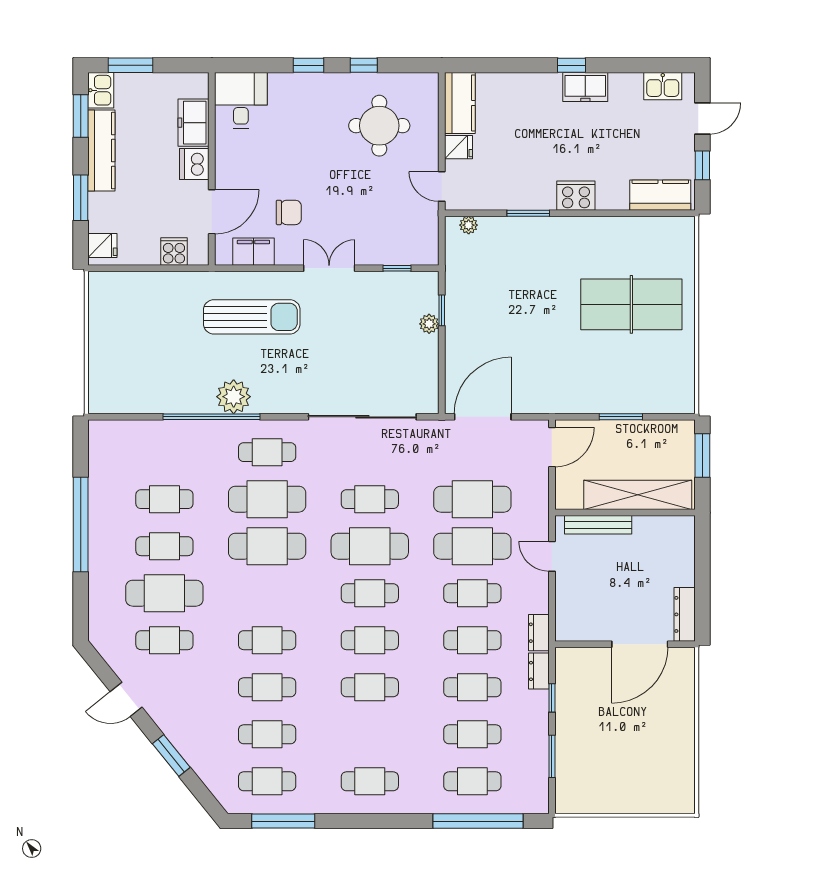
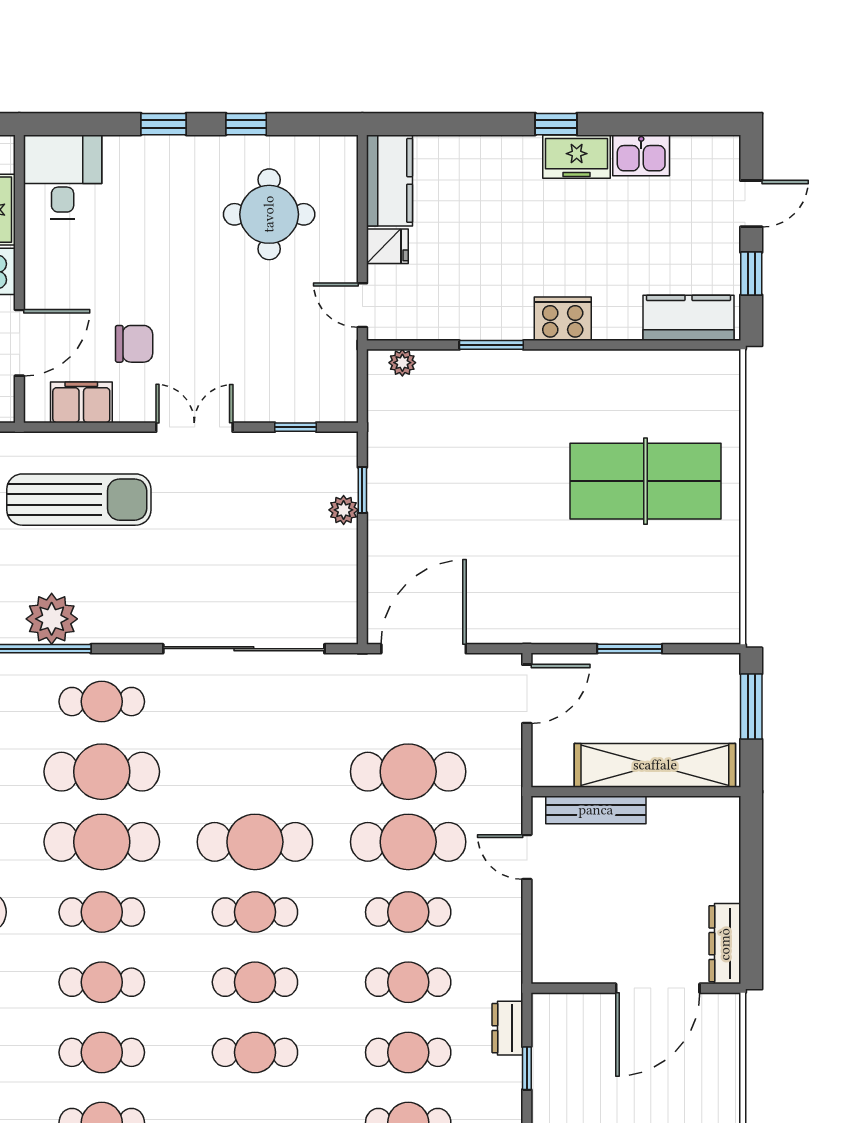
kitchen sink: (663, 86) -> (641, 155), moved
cafe table: (370, 499) -> (102, 912), moved
dresser: (539, 633) -> (507, 971), removed

